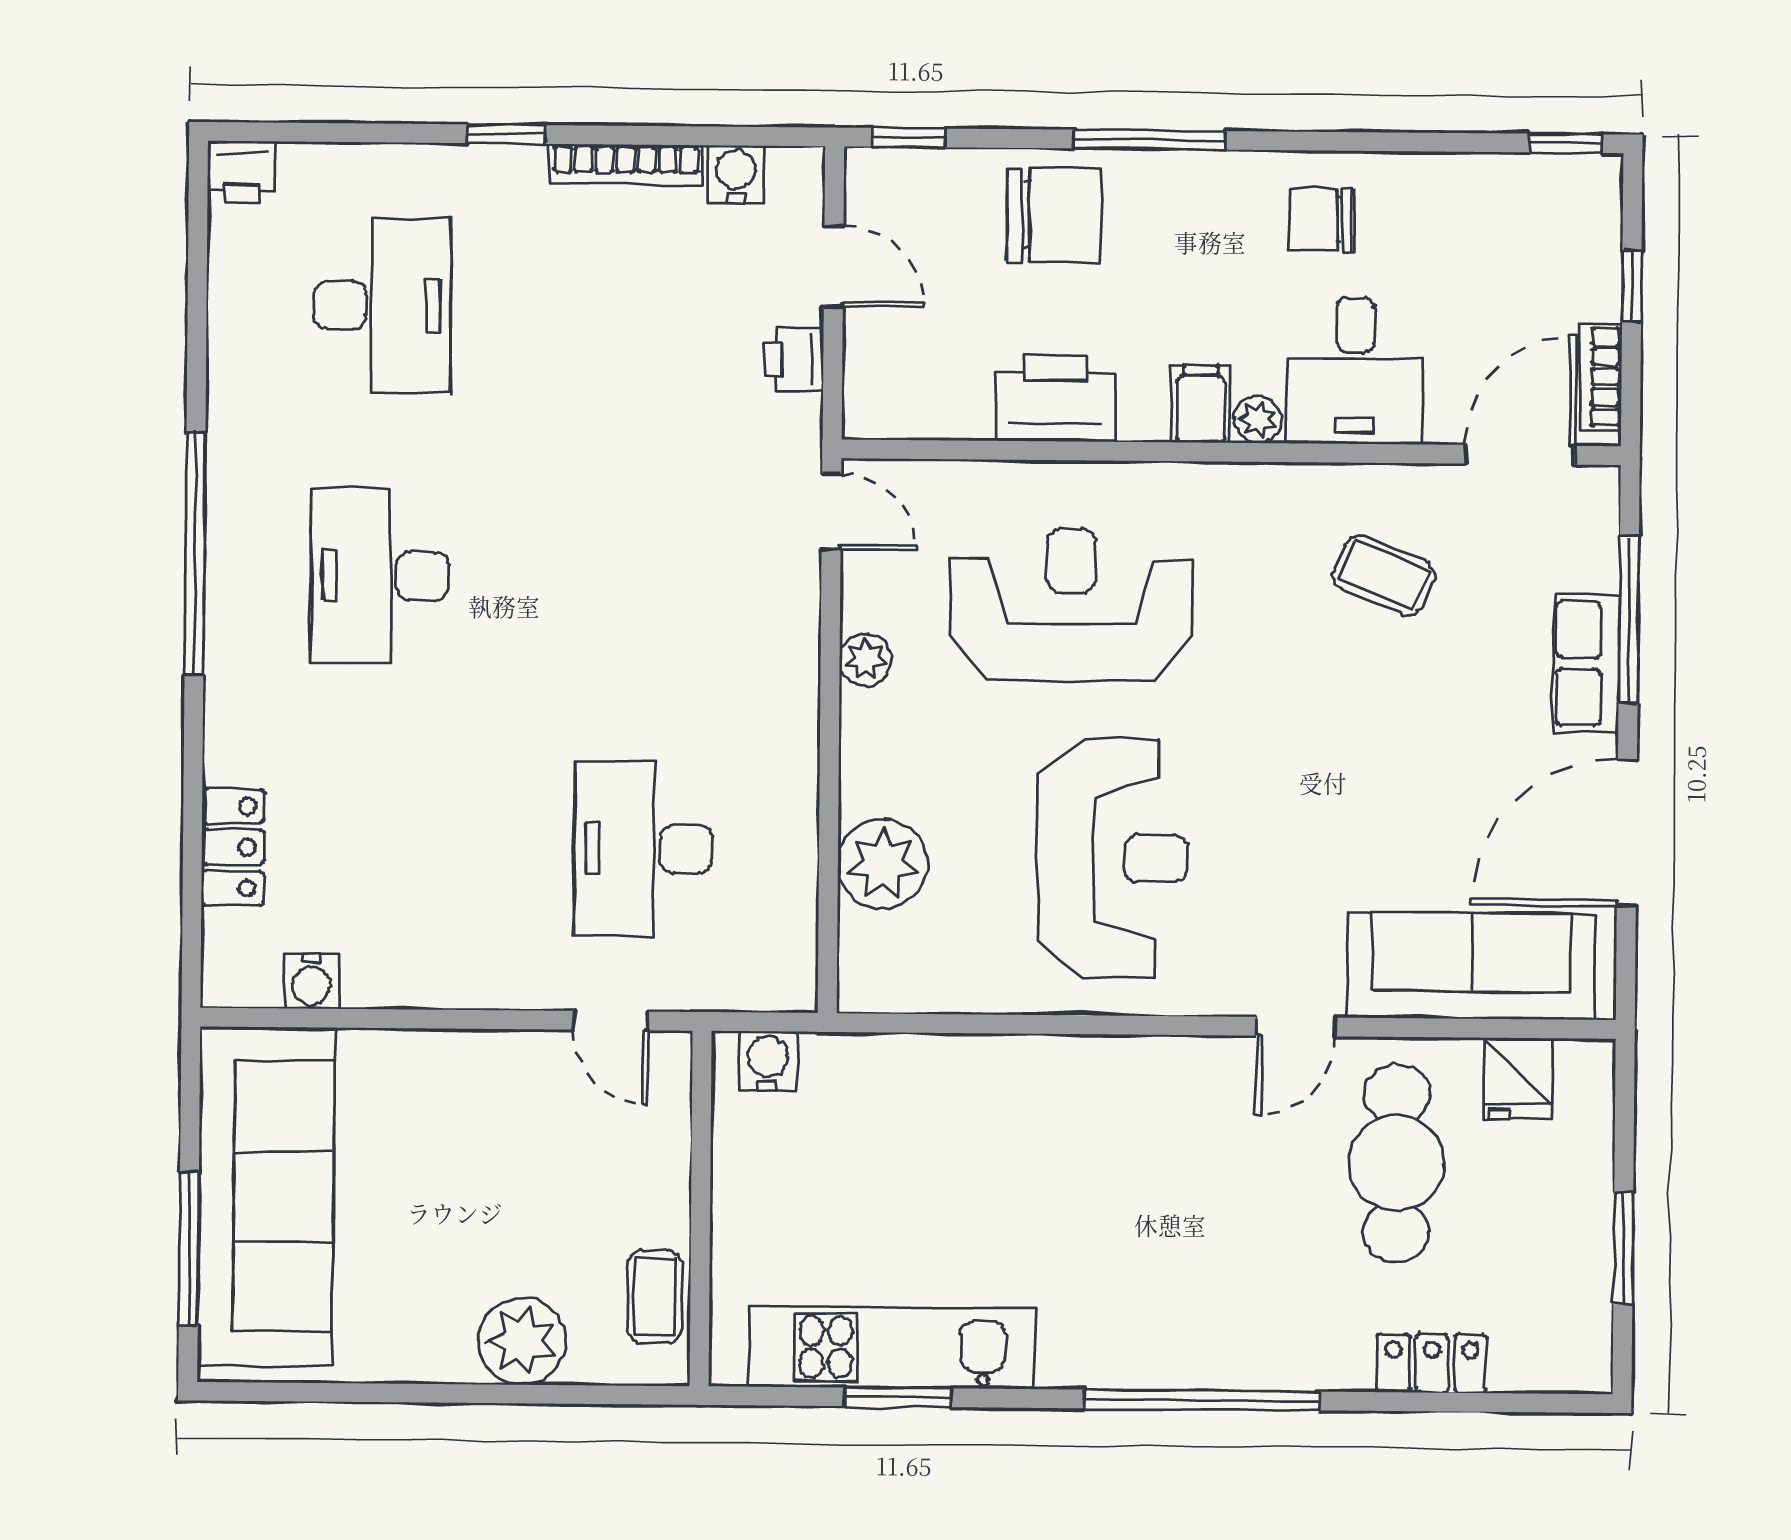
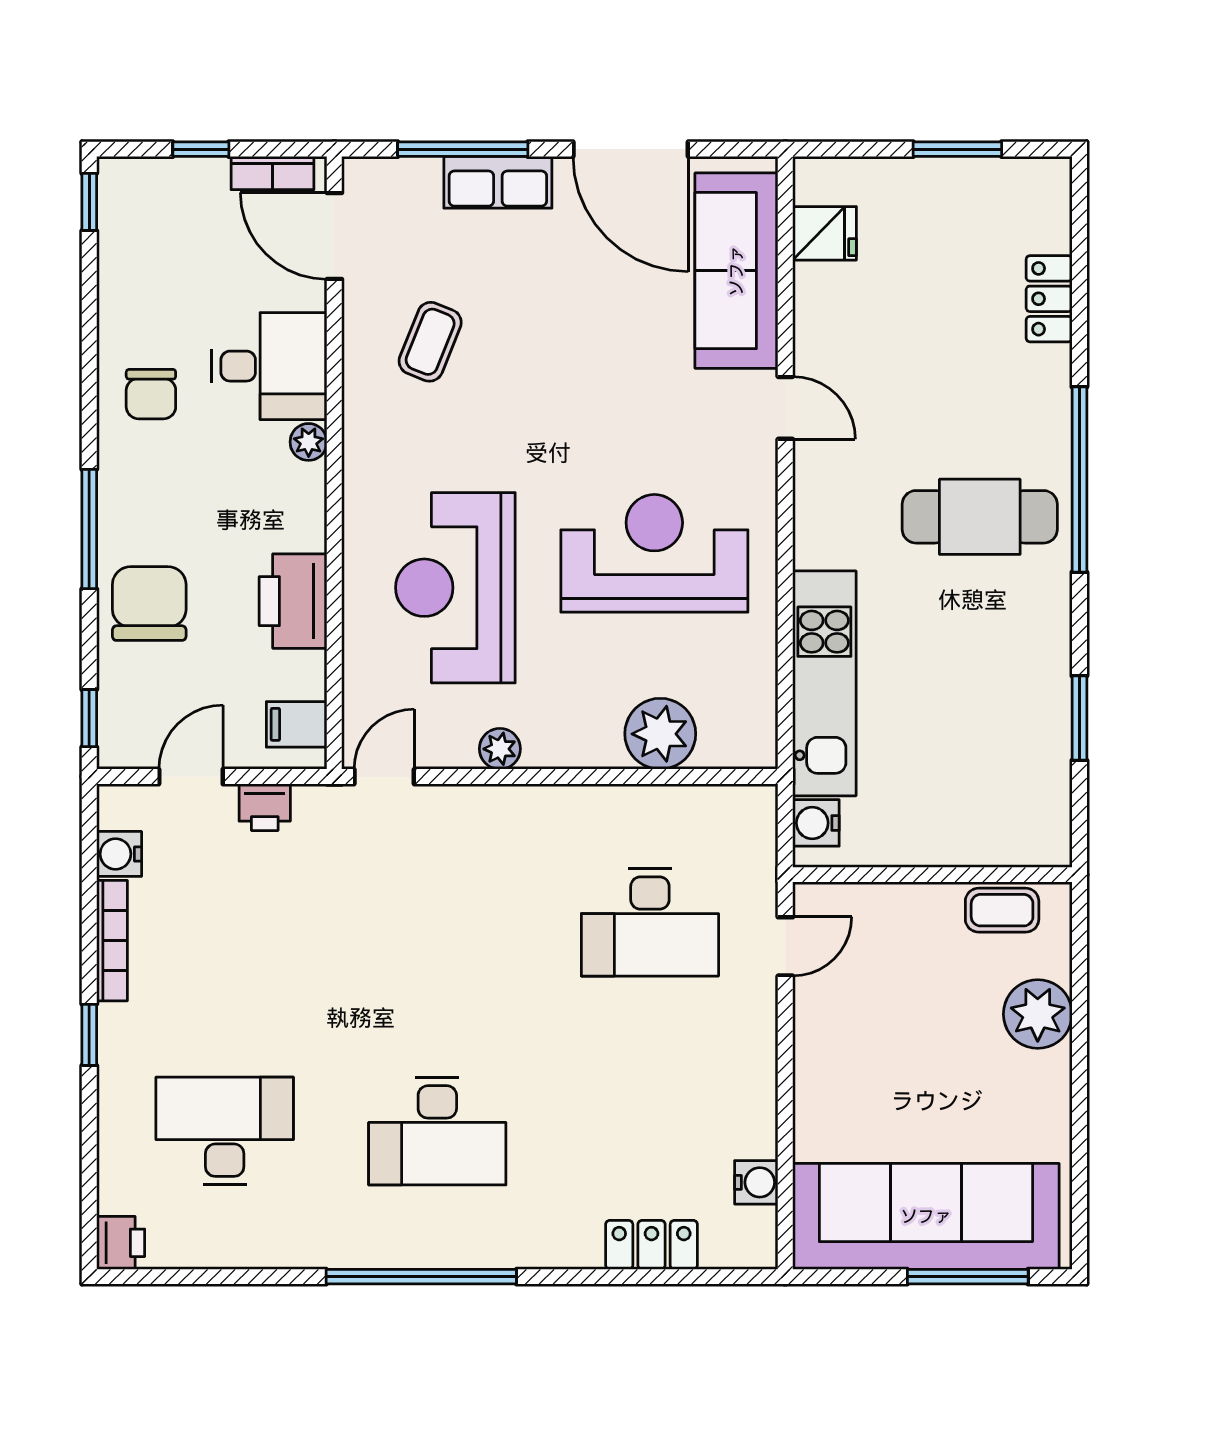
filing cabinet: (1201, 404) -> (297, 724), moved
cafe table: (1396, 1163) -> (980, 517), moved
kitchen unit: (892, 1348) -> (824, 683), moved, turned 180

